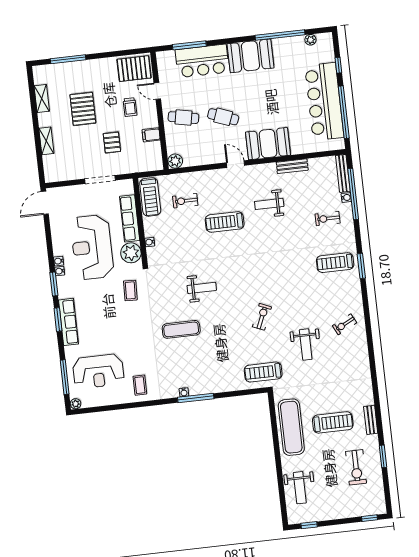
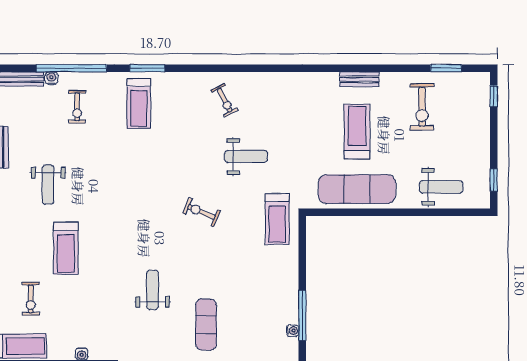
window: (353, 194) -> (71, 68), moved
window: (383, 456) -> (446, 68), moved
exercise bike: (356, 467) -> (422, 107), turned 90

